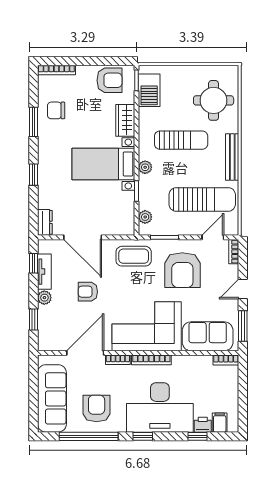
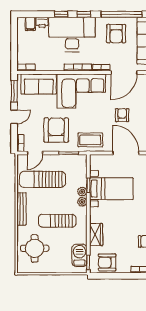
bed with nightstands: (103, 164) -> (111, 189), moved
plant: (145, 217) -> (82, 192), moved
armchair: (88, 292) -> (122, 115), turned -90
window: (198, 436) -> (61, 14), moved

